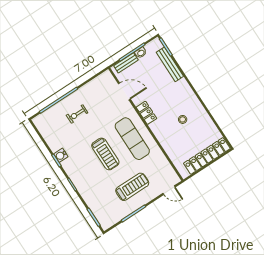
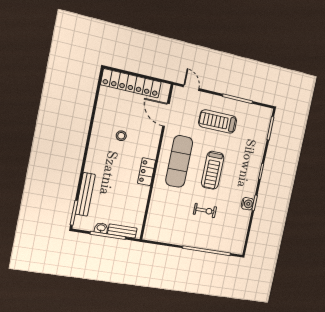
door: (124, 91) -> (166, 115), moved
exercise bike: (77, 114) -> (205, 211), moved
treadmill: (105, 154) -> (213, 170), turned 180

